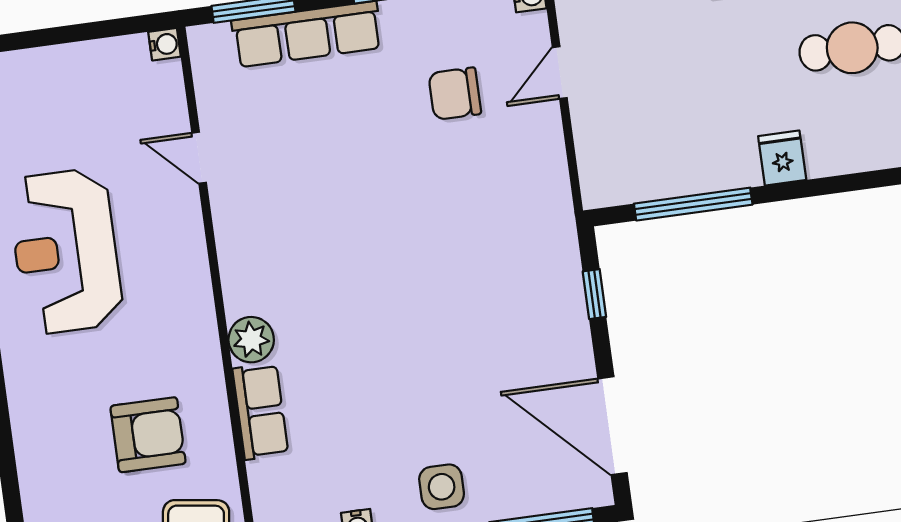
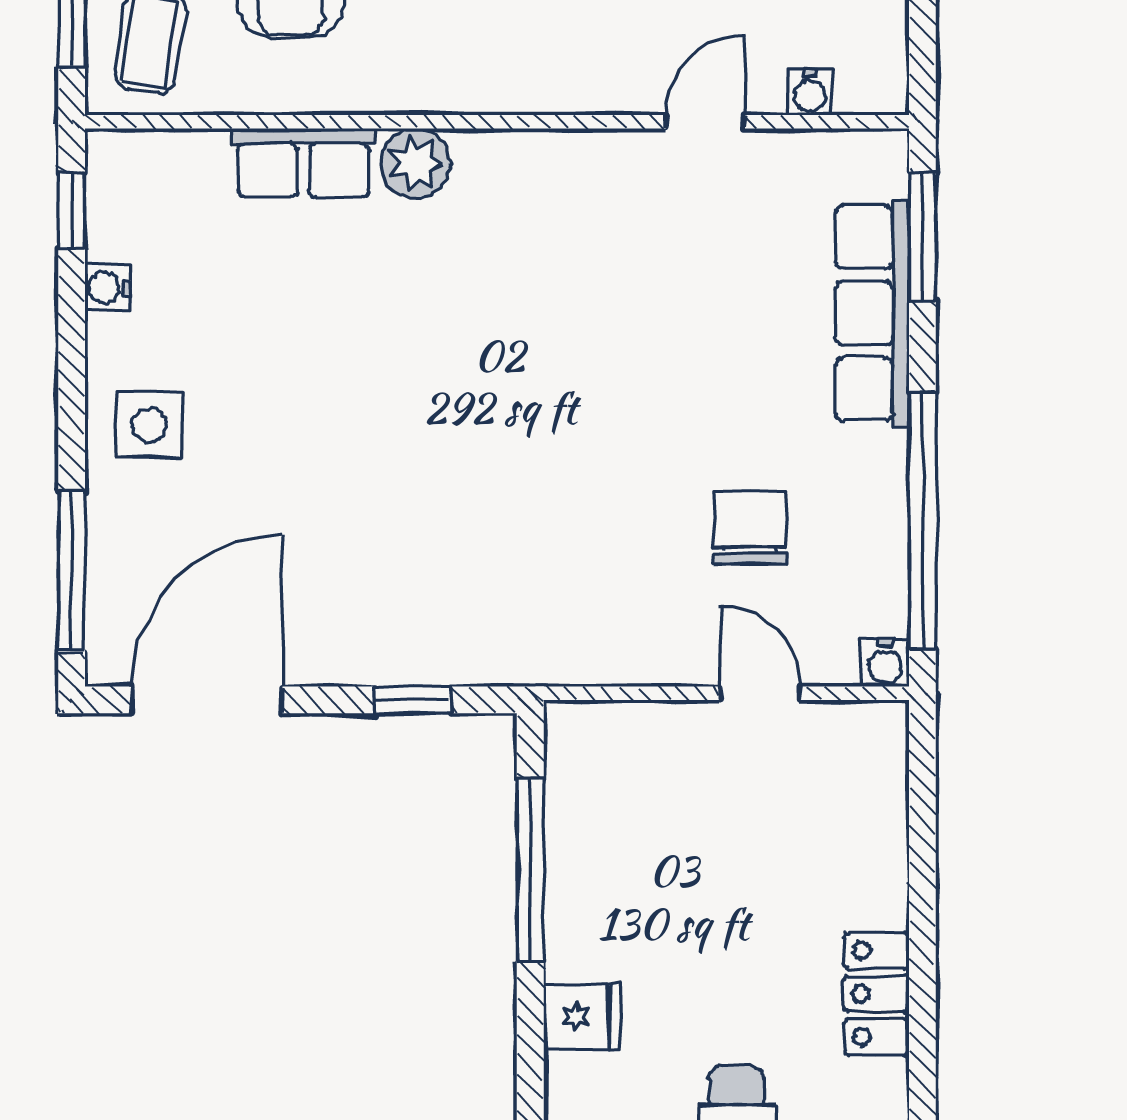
water cooler: (165, 44) -> (810, 93), moved

